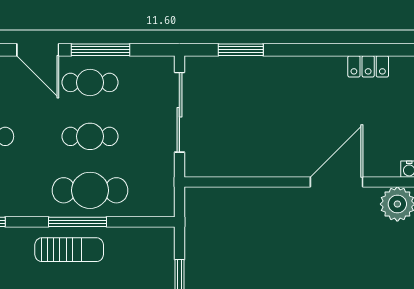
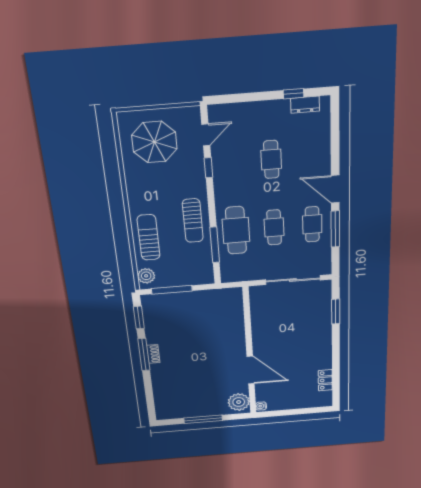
door: (38, 50) -> (335, 189), hinge flipped
window: (77, 222) -> (215, 245), moved

